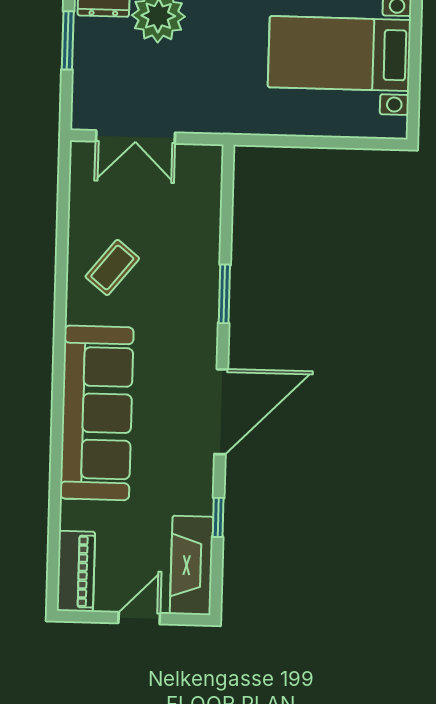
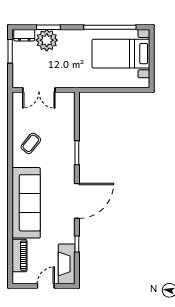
piano: (76, 571) -> (19, 256), moved

